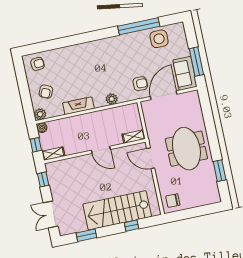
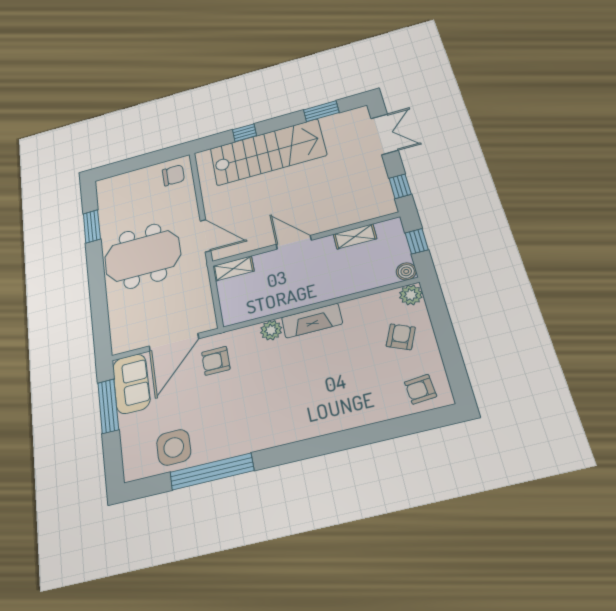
fireplace: (78, 106) -> (312, 321), moved
meeting table: (186, 149) -> (143, 256), turned 90
shelving: (53, 154) -> (355, 236), moved

